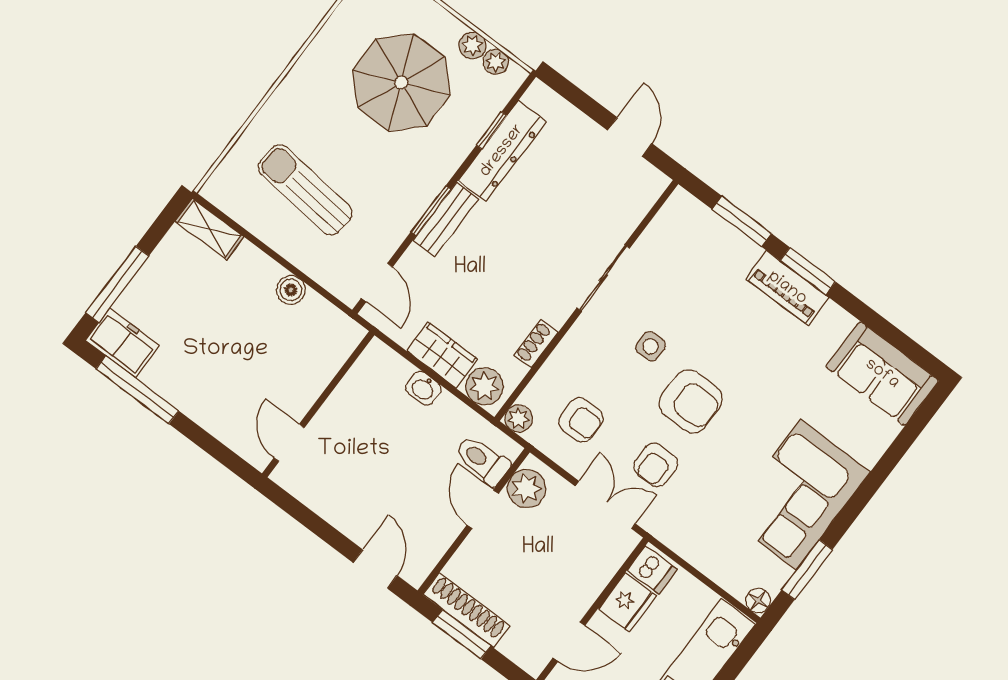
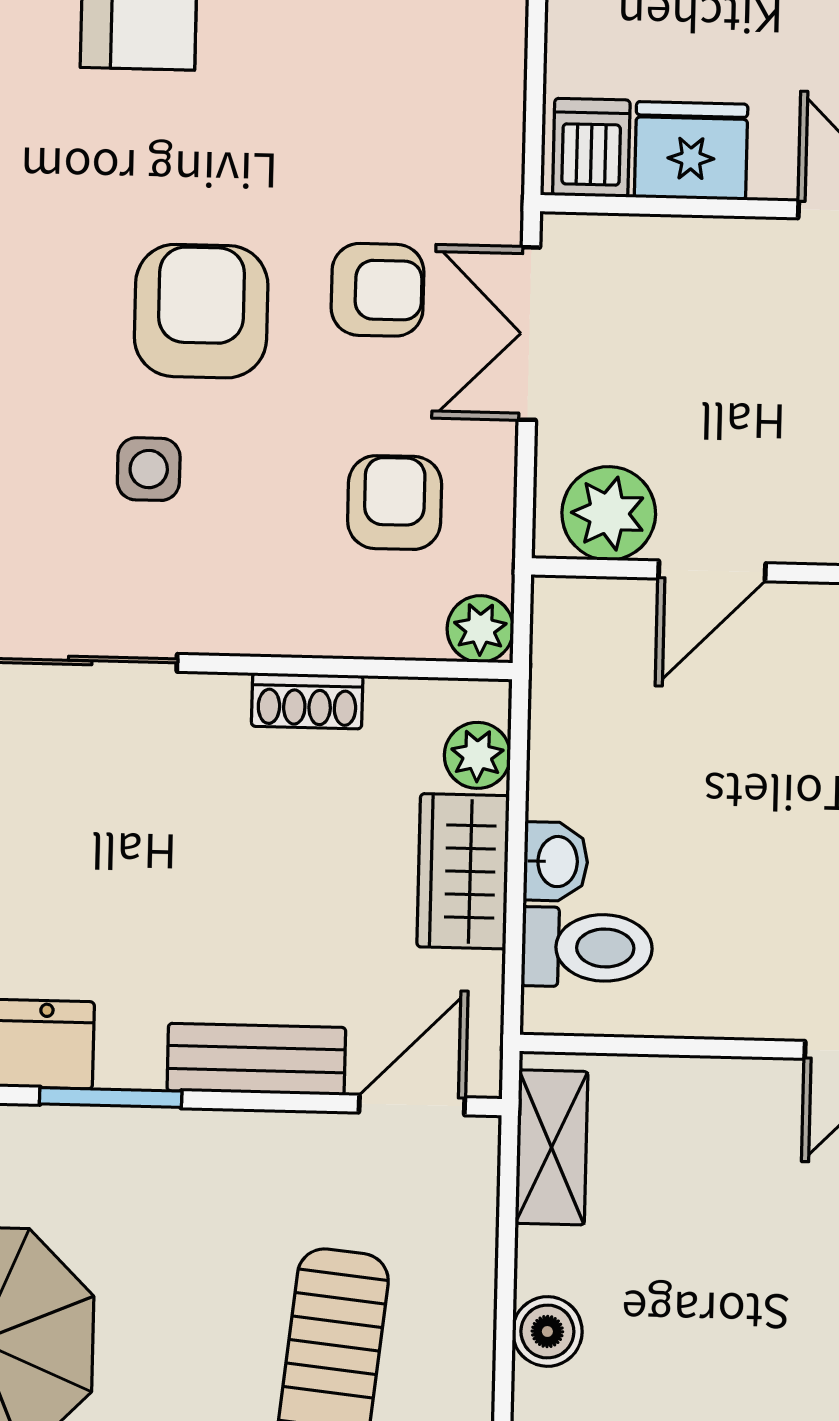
window: (431, 210) -> (111, 1098), moved
bench: (446, 220) -> (256, 1059), moved
boiler: (291, 290) -> (547, 1331), moved
shelving: (329, 319) -> (552, 1147), added
plant: (484, 386) -> (477, 755), width x0.73, depth x0.73
toilet: (482, 460) -> (587, 948), moved, turned -90

